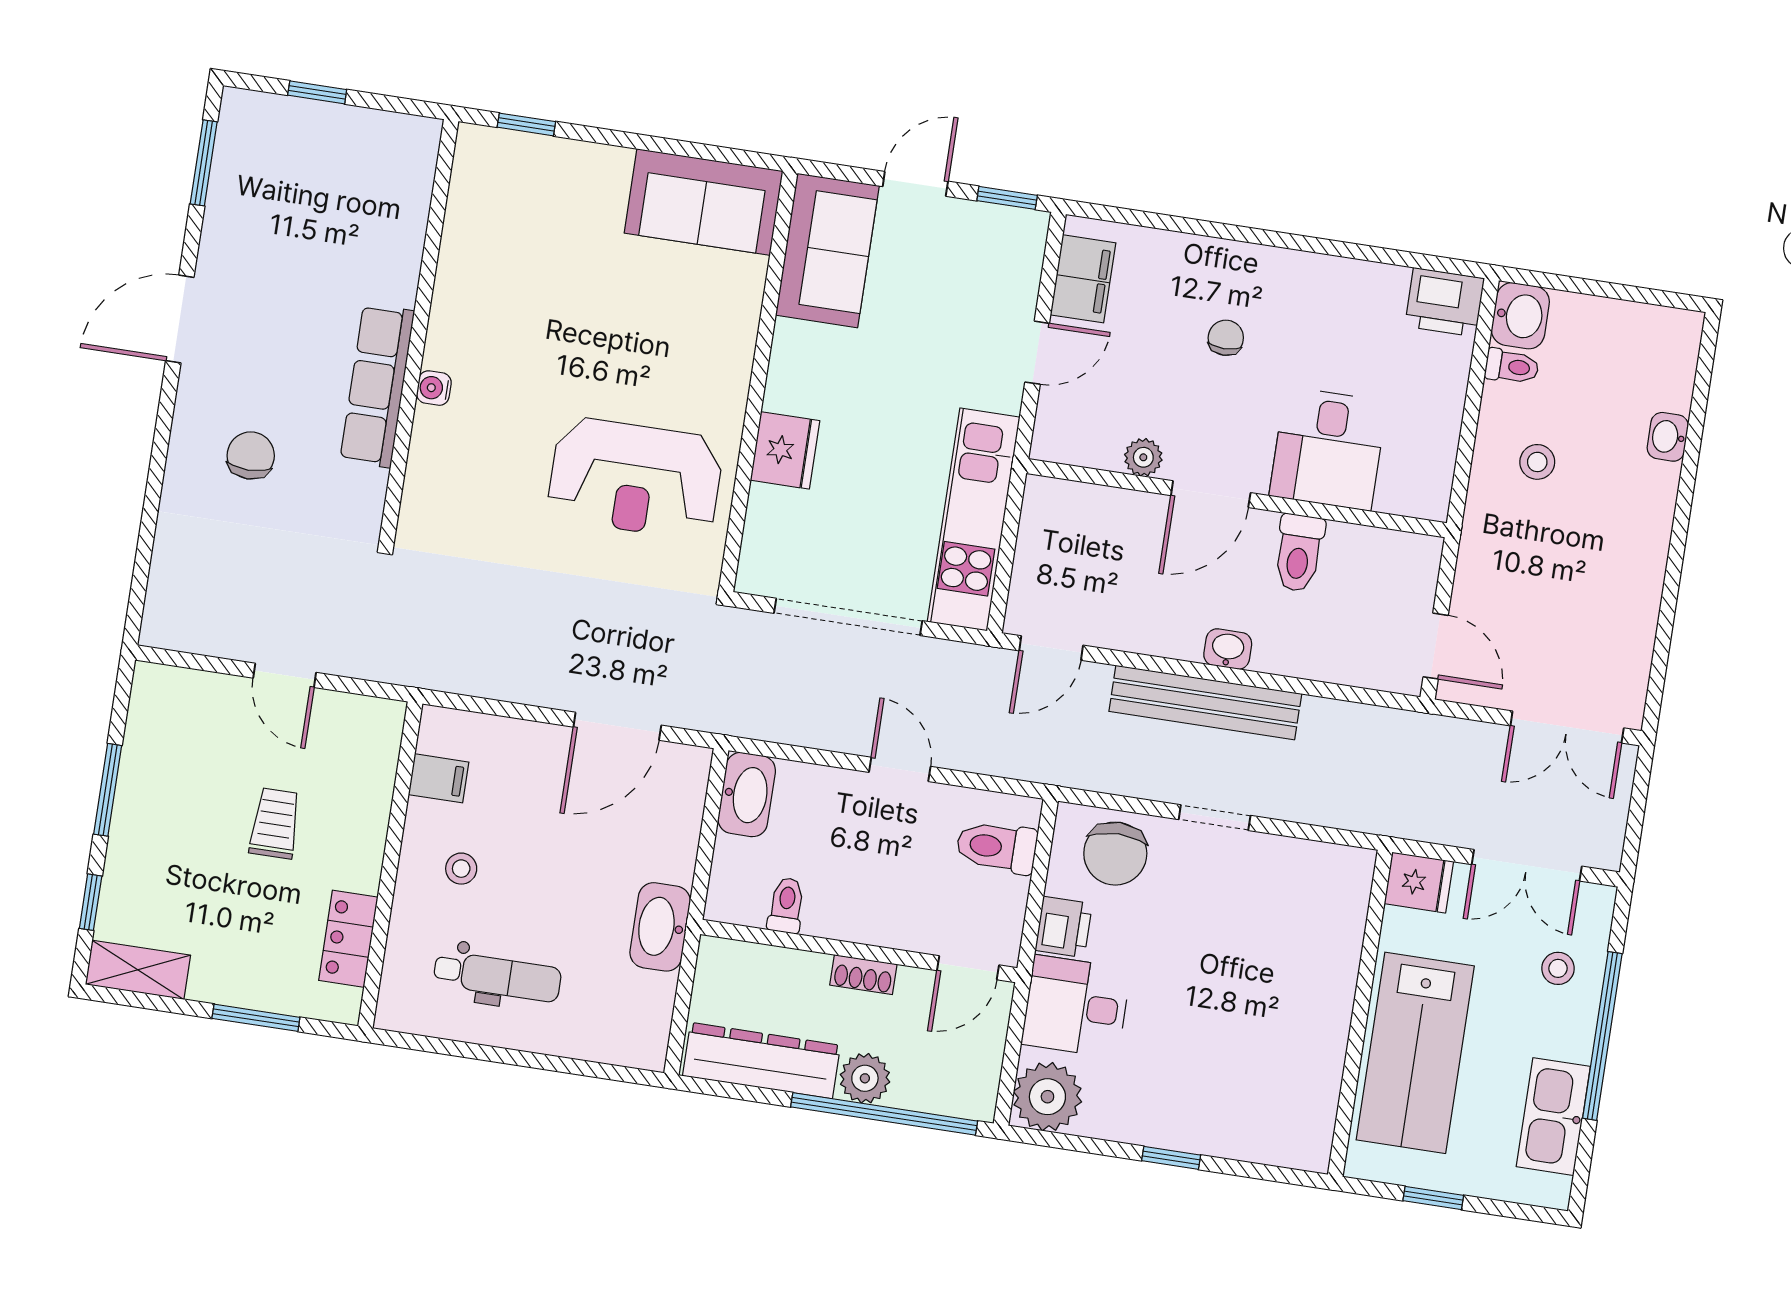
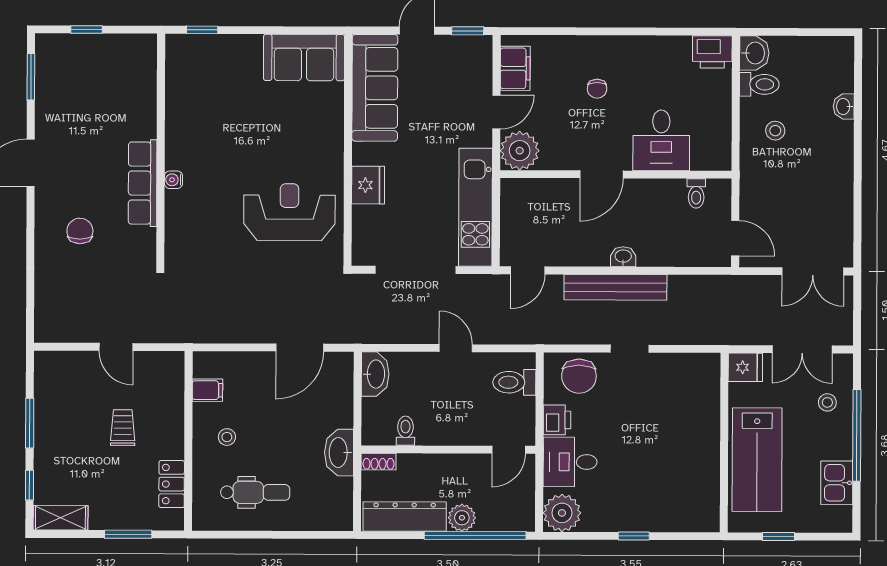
sofa: (827, 250) -> (375, 88), width x1.36
chair: (1226, 338) -> (597, 89), turned 180
toilet: (1512, 366) -> (759, 84), width x1.37, depth x1.39
plant: (1143, 457) -> (520, 151), moved, width x1.87, depth x1.87
reception desk: (635, 478) -> (289, 212), turned 180
toilet: (1299, 553) -> (696, 193), moved, width x0.73, depth x0.72
shoe rack: (863, 975) -> (379, 462), moved
kitchen sink: (1553, 1117) -> (837, 483), width x0.73

